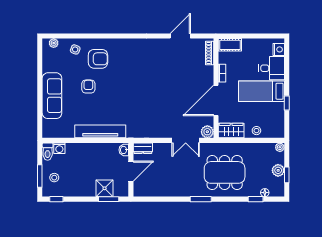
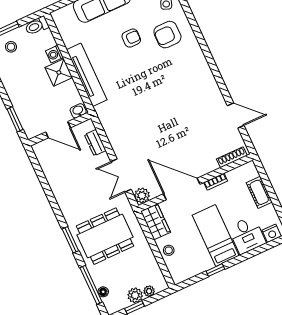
cot: (230, 45) -> (259, 192), moved
armchair: (98, 59) -> (167, 35), turned 90
plant: (280, 147) -> (149, 291), moved
washing machine: (59, 148) -> (54, 54), moved
dresser: (143, 148) -> (95, 143), moved
dining table: (225, 172) -> (105, 236), turned 90
shower: (105, 188) -> (59, 72), moved
window: (201, 199) -> (70, 240), moved
window: (256, 199) -> (91, 285), width x2.17

